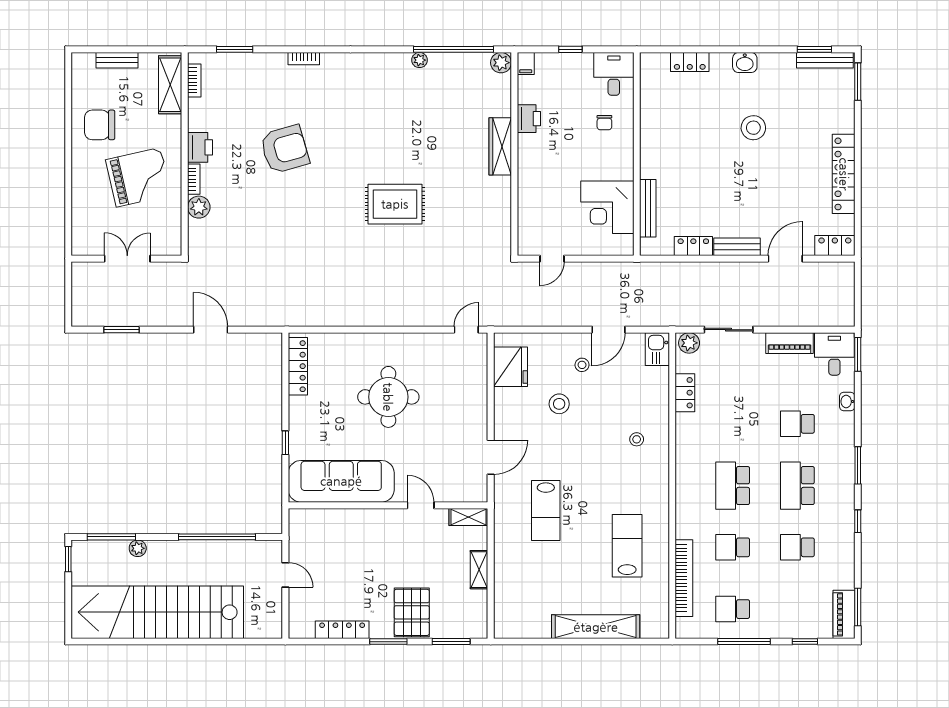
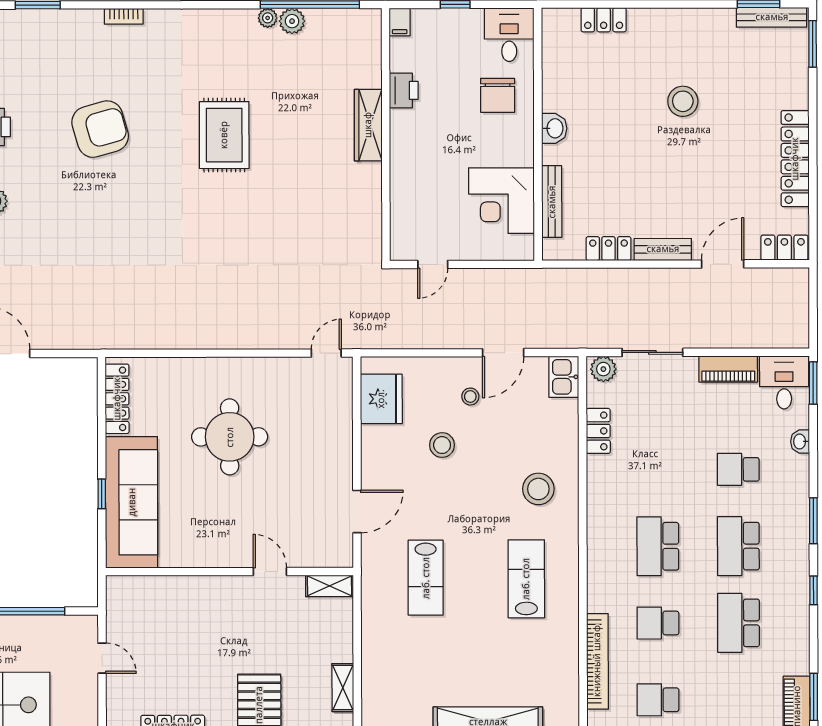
plant: (501, 63) -> (292, 21), moved
washbasin: (745, 63) -> (554, 128), moved, turned -90
chair: (604, 123) -> (498, 95), width x1.87, depth x1.87
rug: (395, 204) -> (224, 135), moved, turned 90
stool: (637, 439) -> (538, 489), width x1.89, depth x1.89
sofa: (341, 481) -> (132, 502), moved, turned 90
lab bench: (627, 546) -> (526, 579), moved
school desk: (797, 547) -> (739, 623), width x1.85
shelving: (479, 570) -> (343, 688), moved

